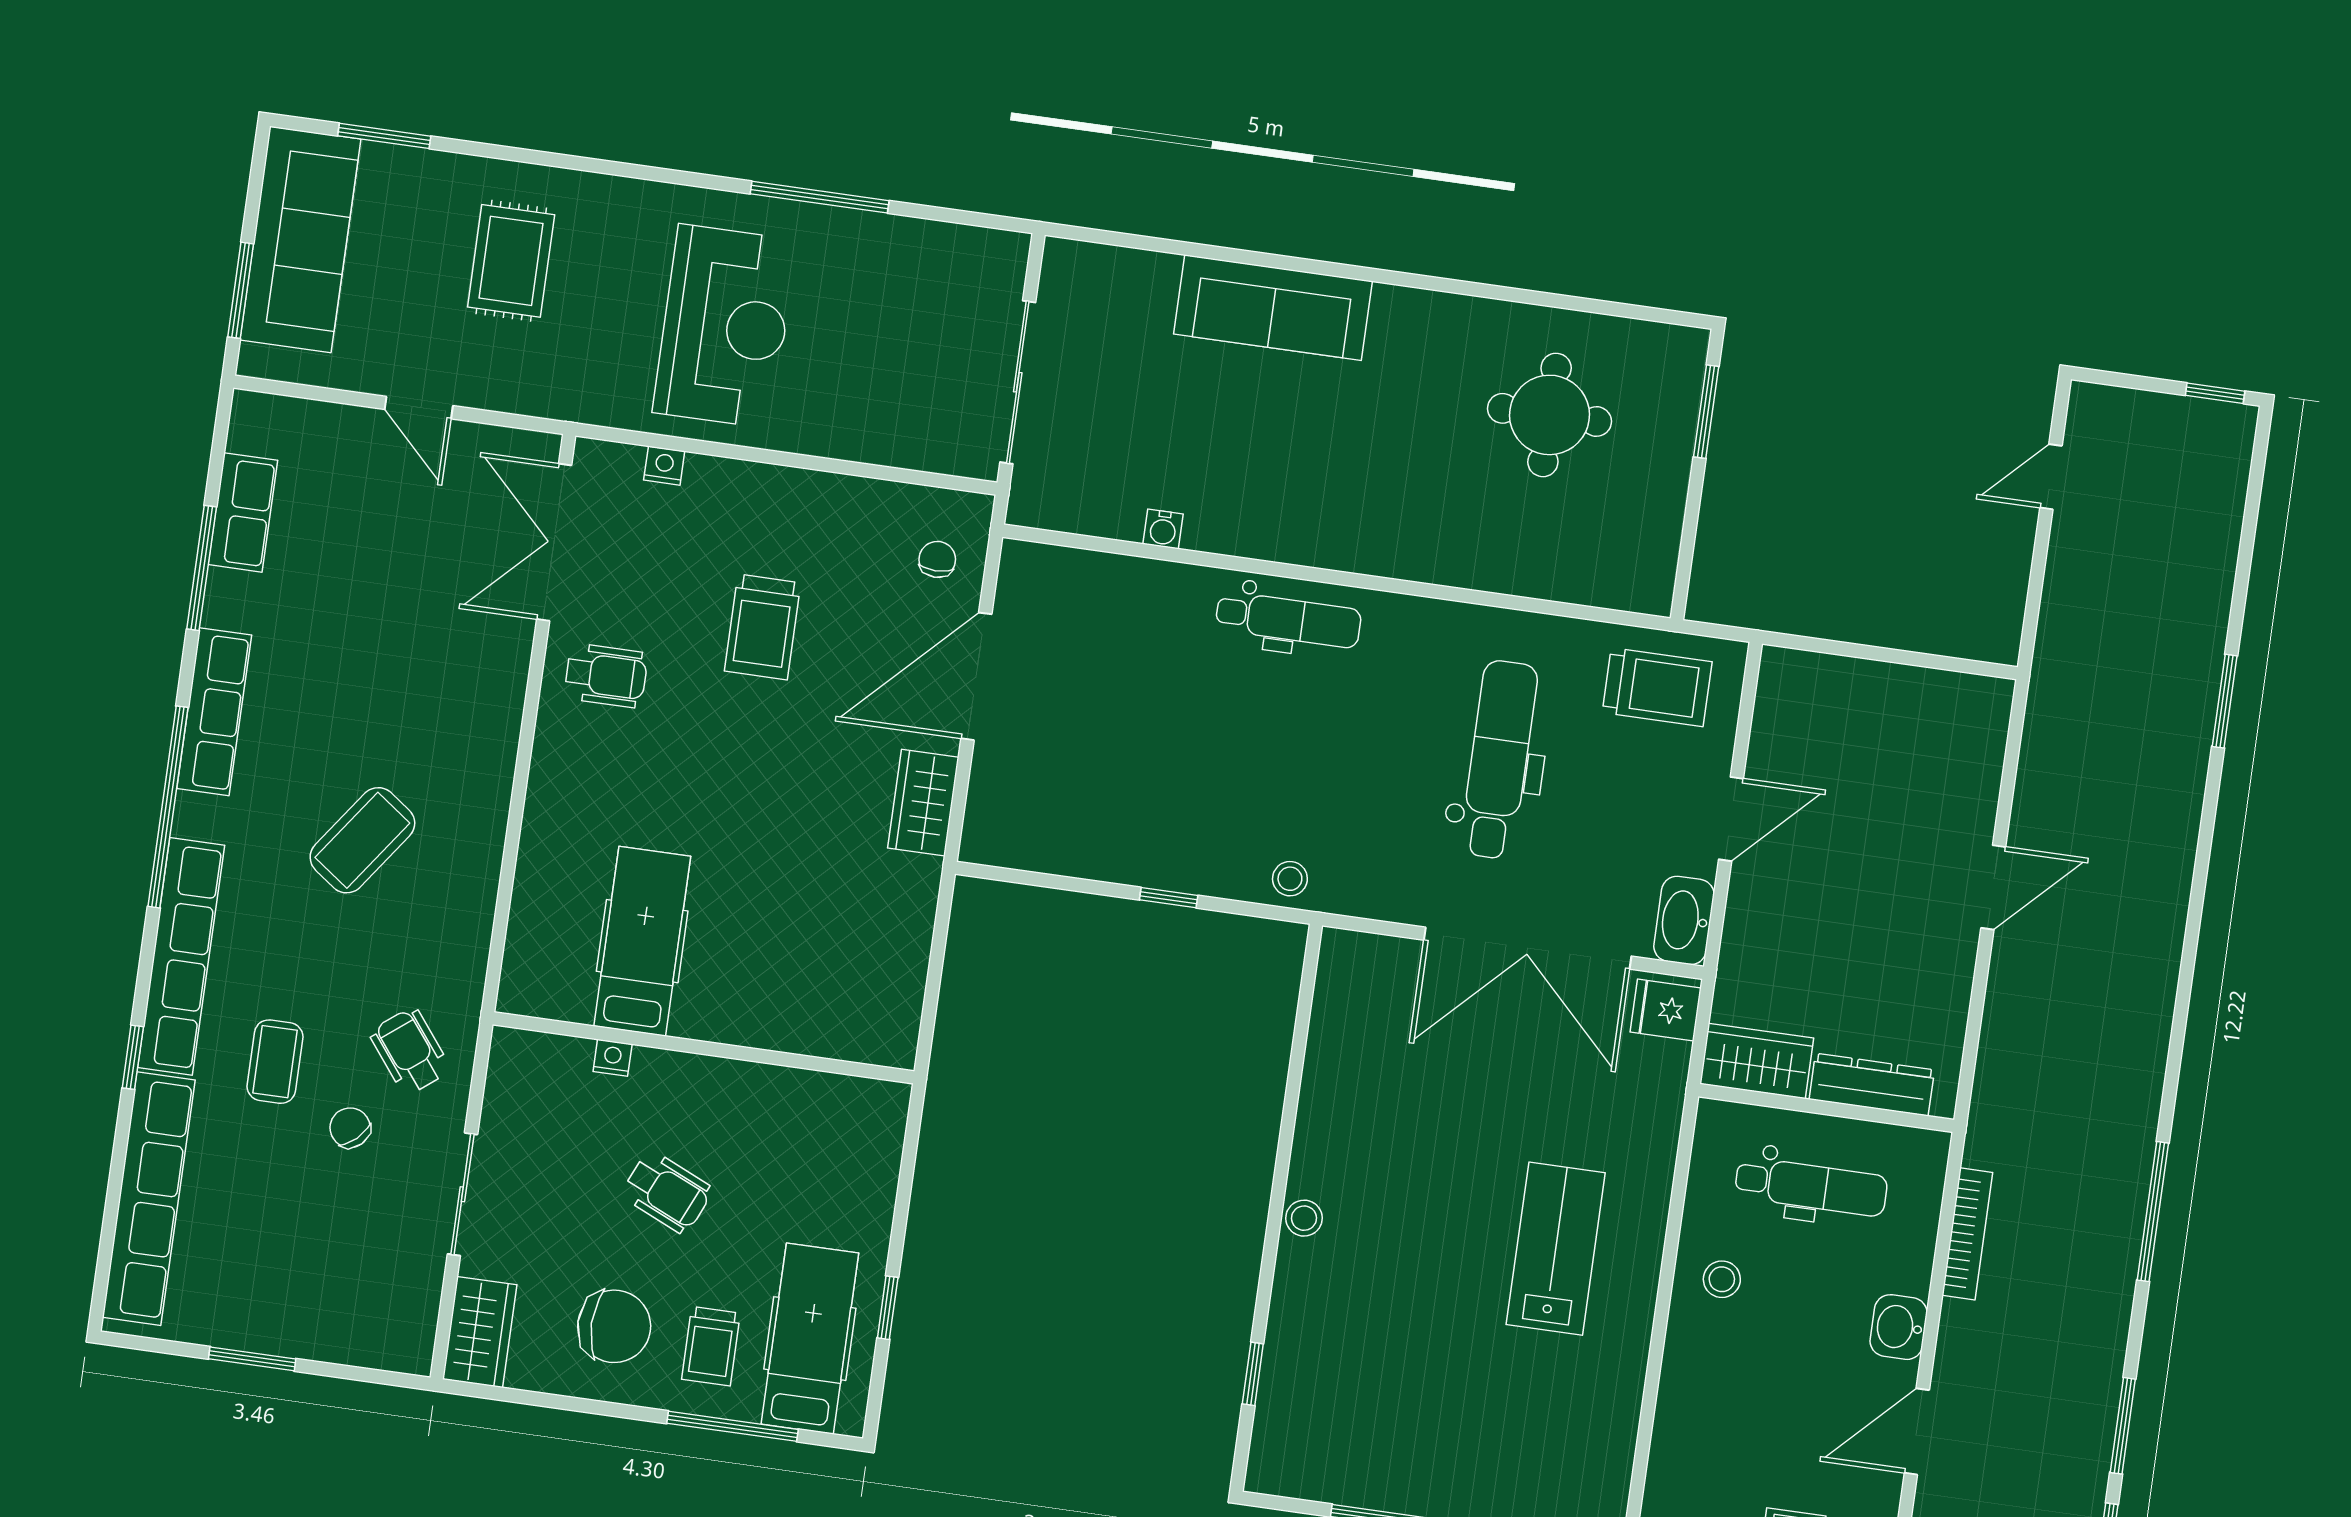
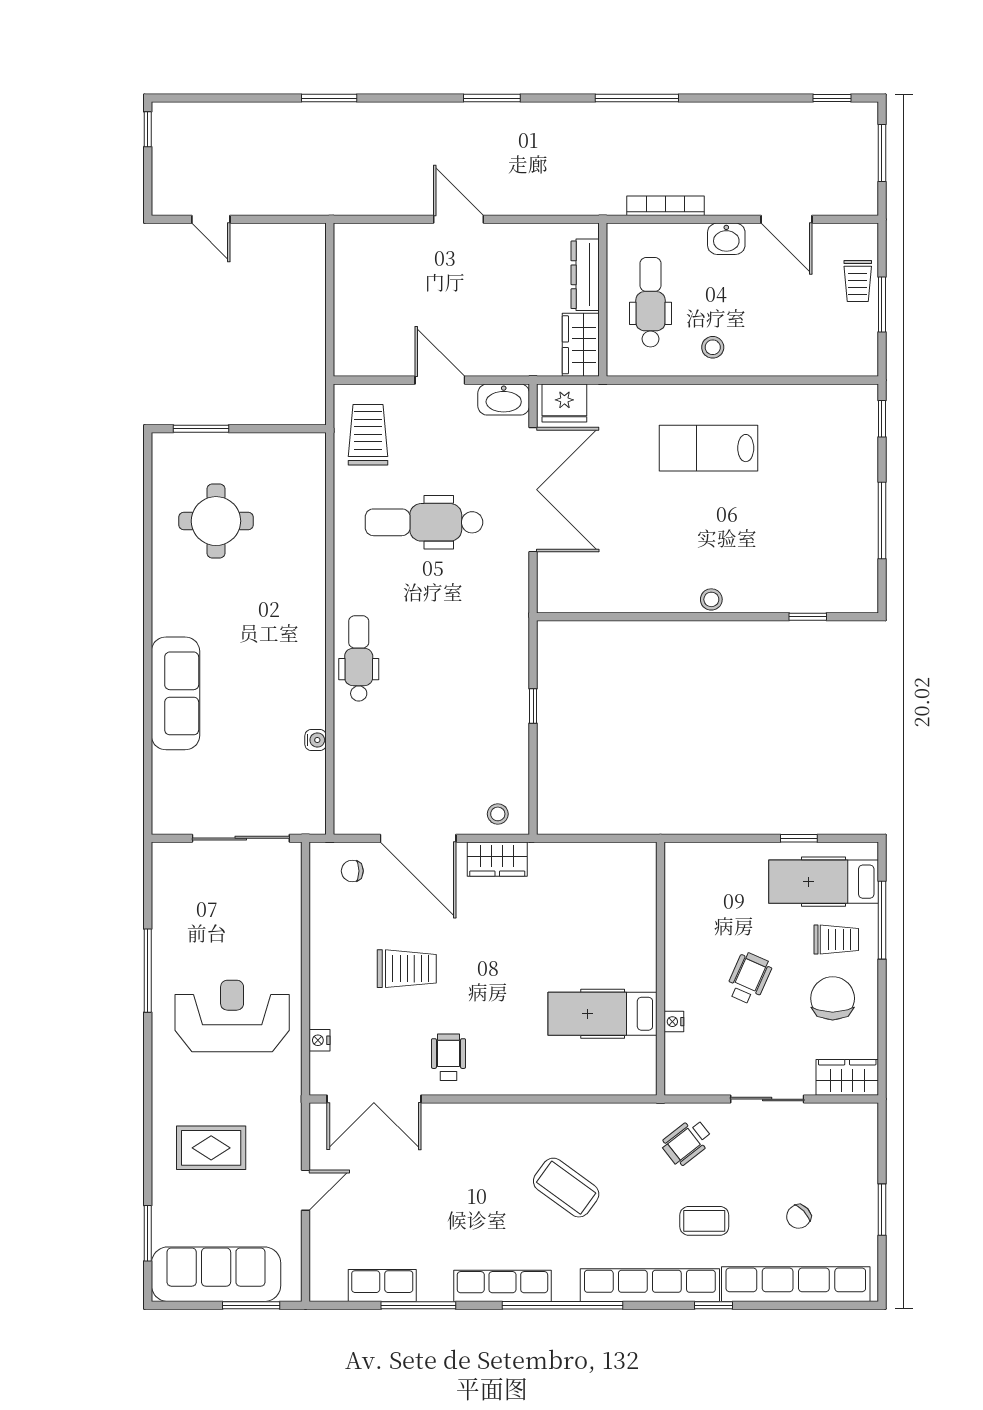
stool: (1290, 879) -> (498, 814), moved
fridge: (1666, 1010) -> (564, 403), width x1.38
chair: (350, 1128) -> (799, 1216), moved
window: (2123, 1426) -> (492, 98), moved

